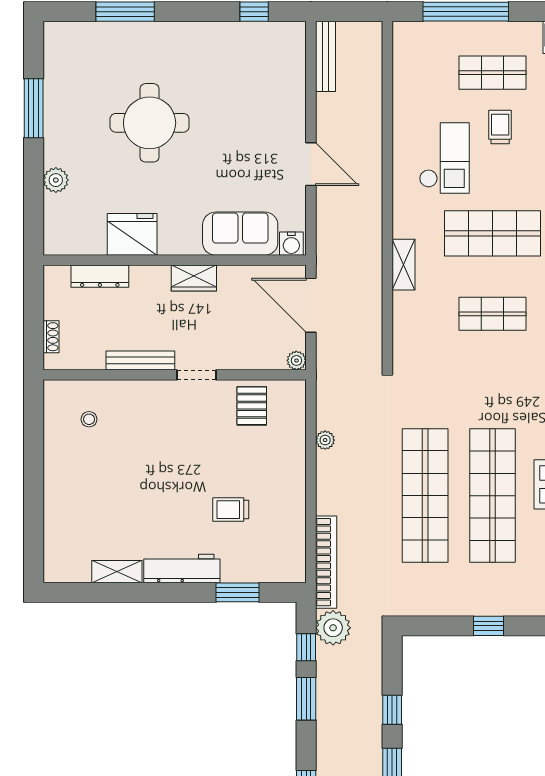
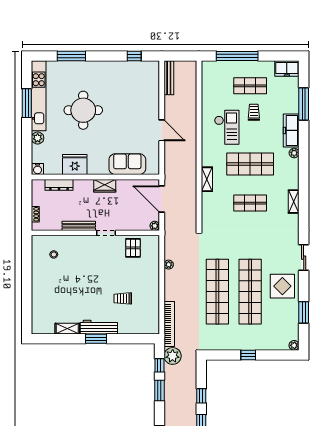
kitchen unit: (58, 93) -> (39, 96), added
water cooler: (291, 244) -> (38, 169), moved
window: (237, 592) -> (96, 339), moved

